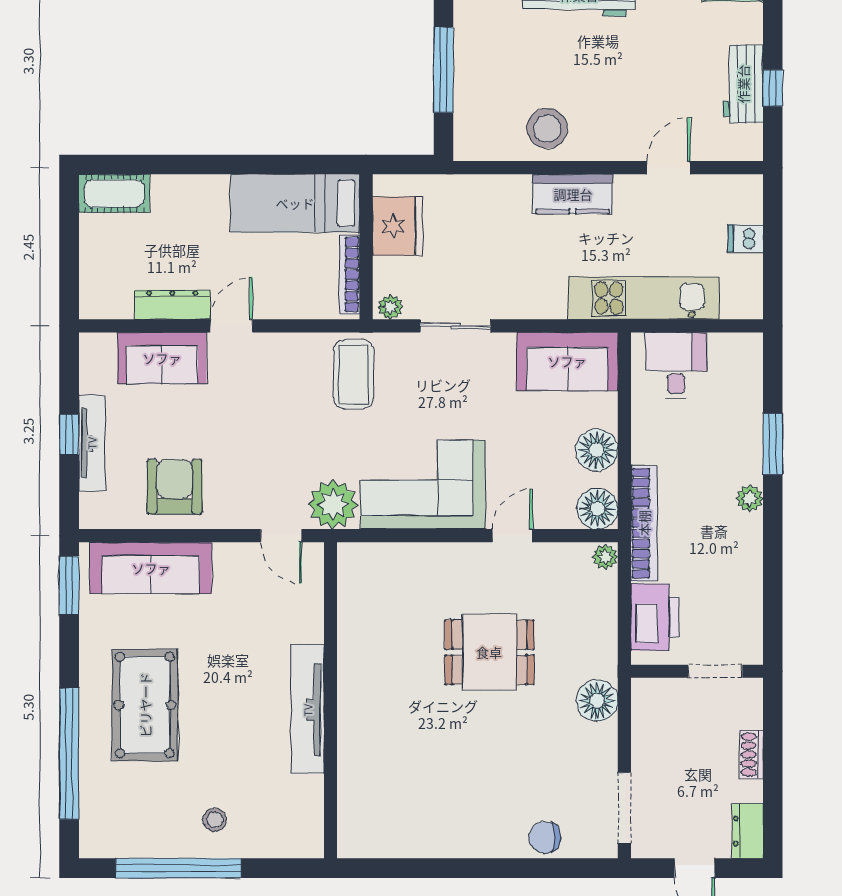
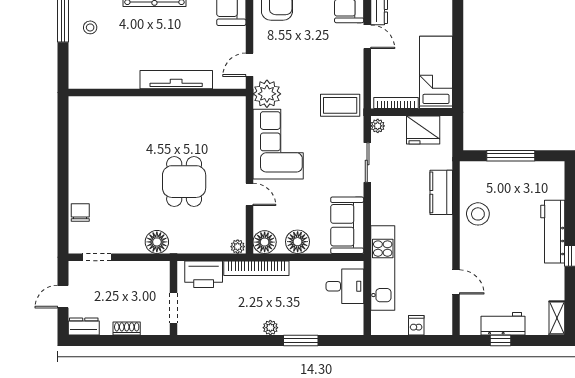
kitchen counter: (573, 194) -> (441, 192), moved
tv unit: (308, 710) -> (176, 80), moved
doorway: (624, 808) -> (97, 257), width x0.73

